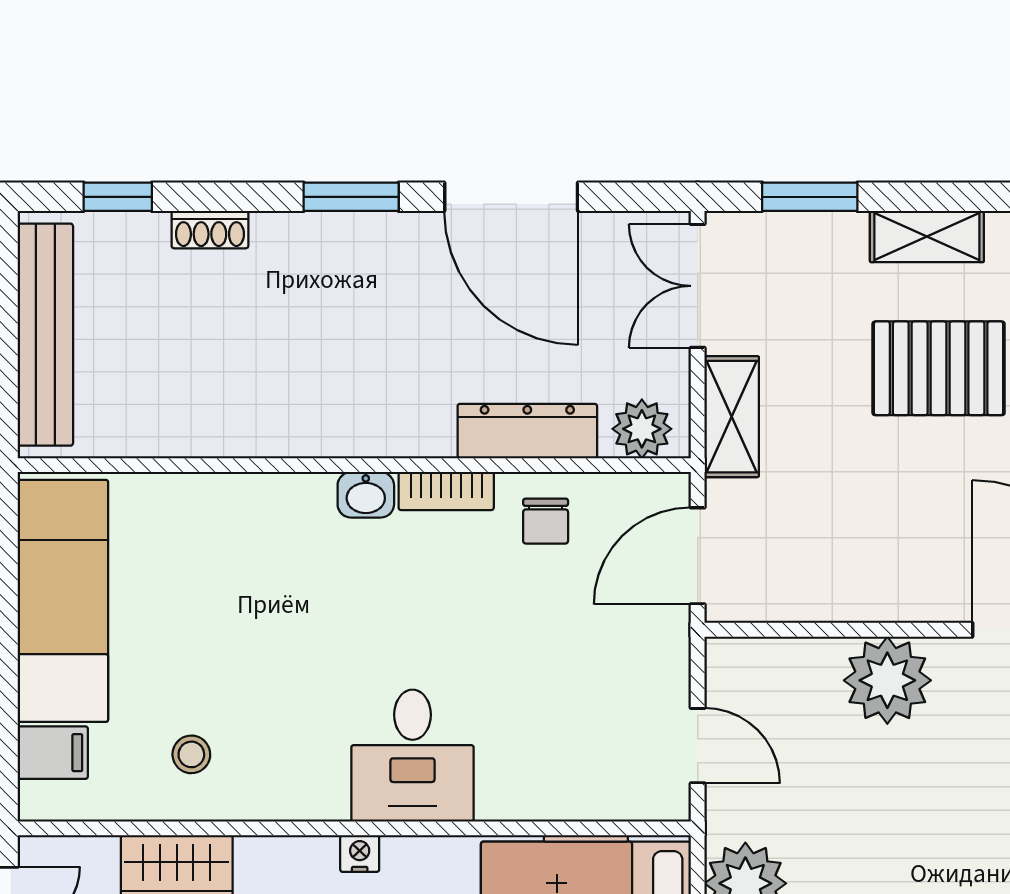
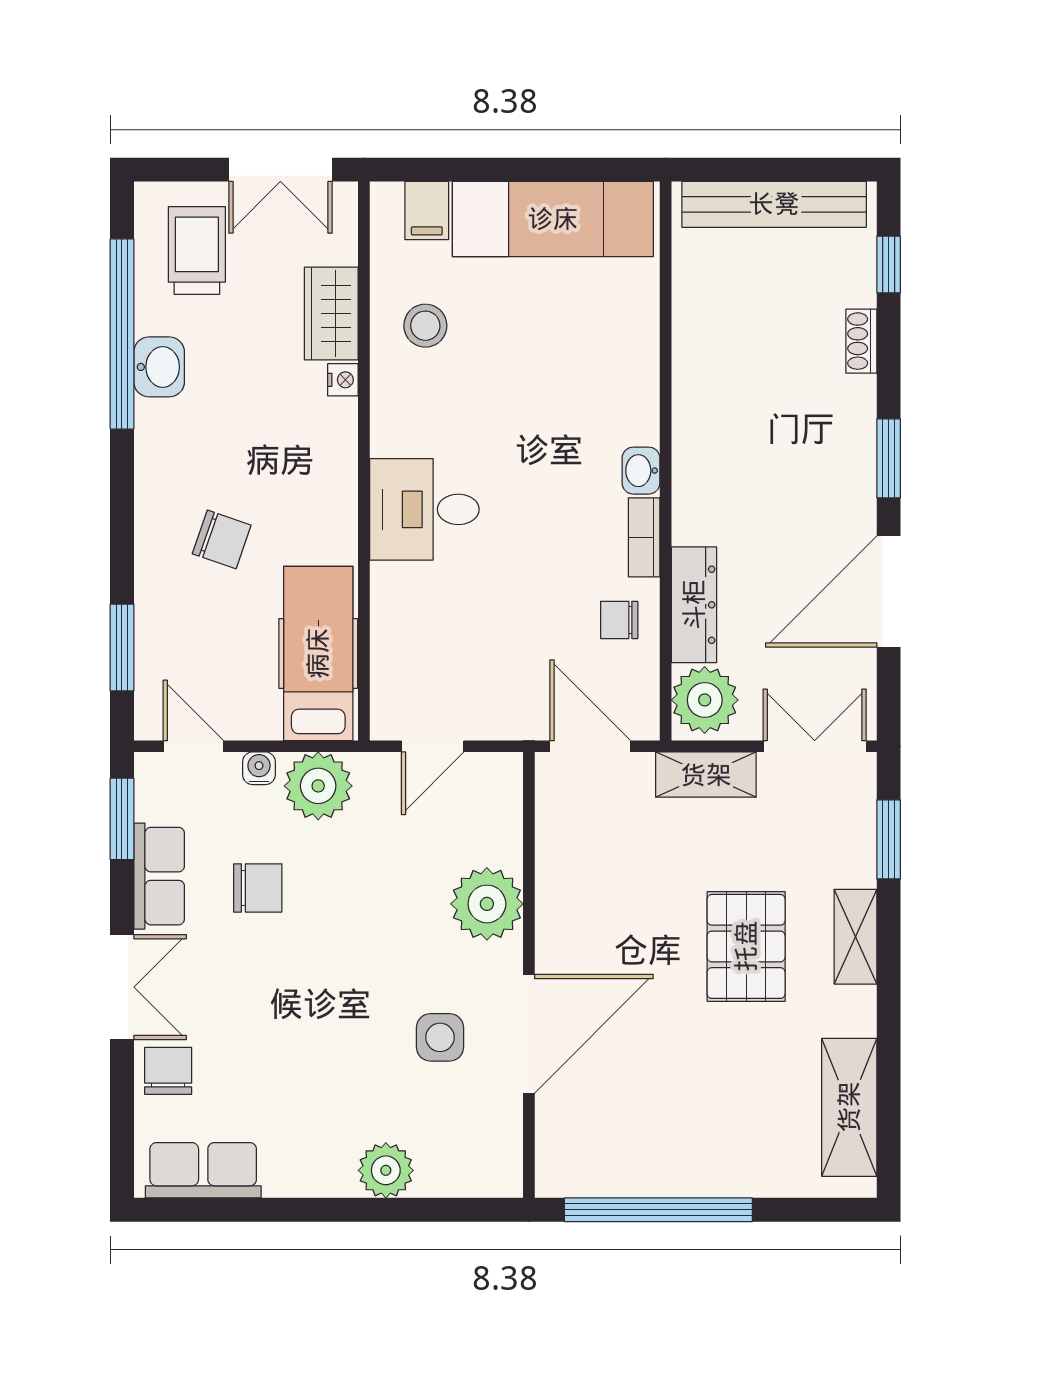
plant: (642, 429) -> (705, 700), width x1.36, depth x1.36
stool: (191, 754) -> (425, 326), width x1.37, depth x1.37
nightstand: (360, 854) -> (343, 380), moved

